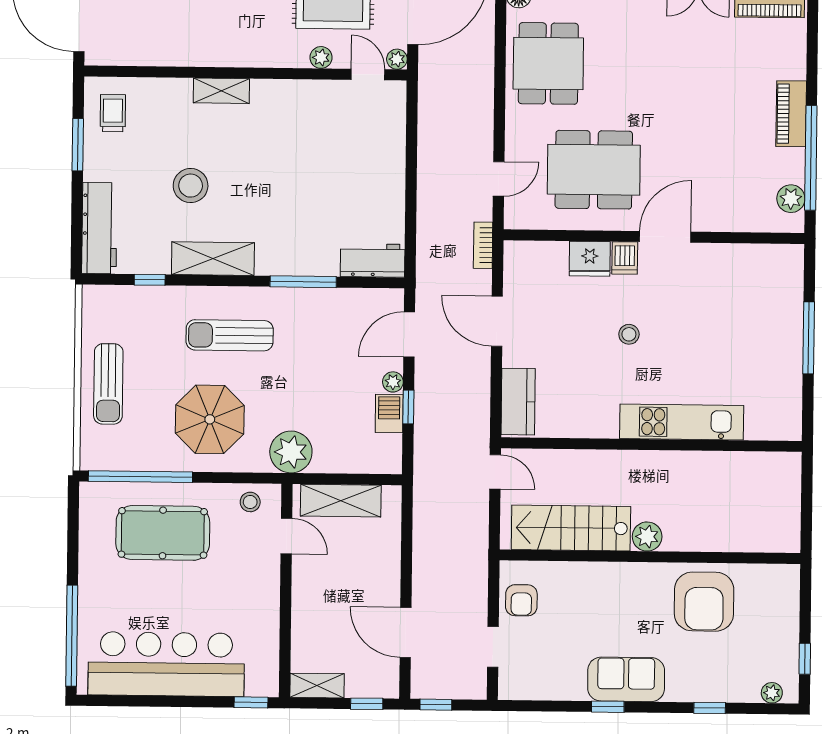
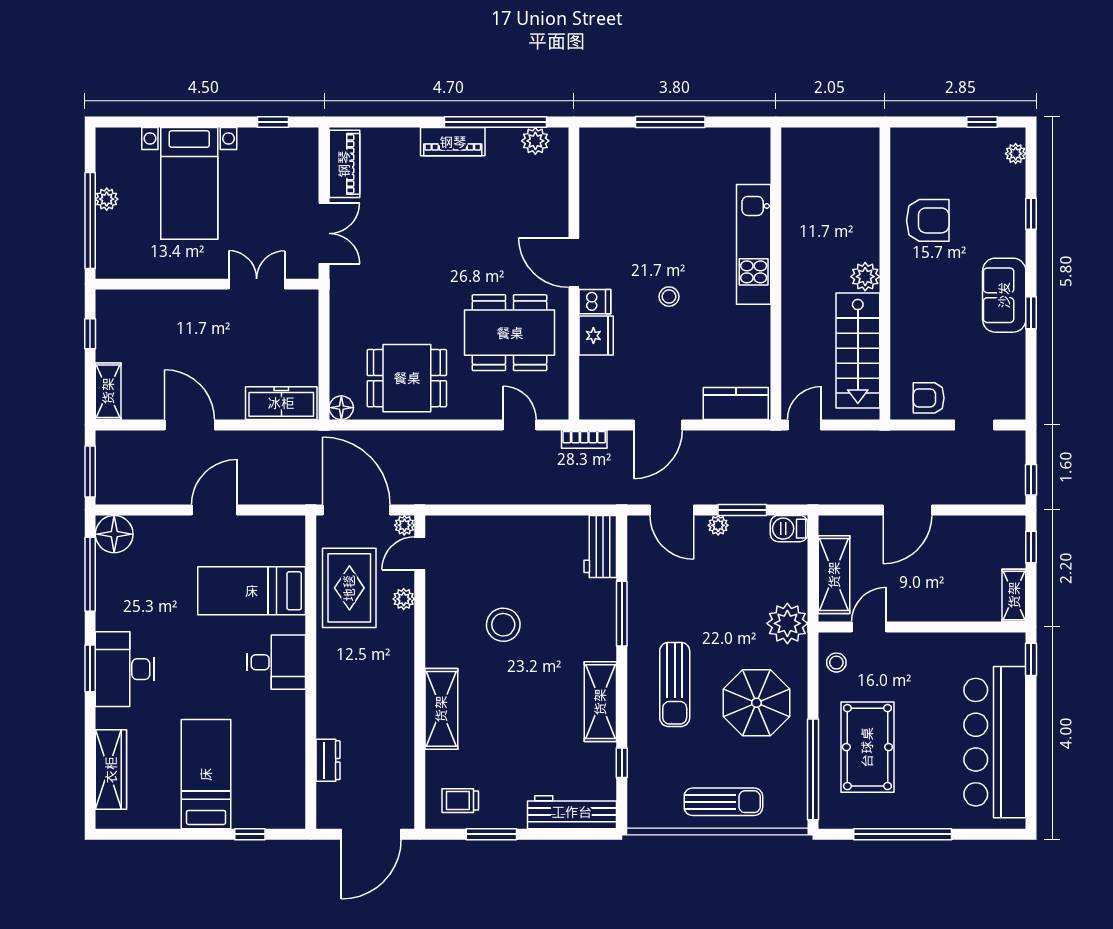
shelving: (221, 91) -> (441, 709), width x1.50, depth x1.33
dining table: (594, 170) -> (510, 333), turned 90
stool: (191, 186) -> (503, 625), moved
window: (408, 407) -> (742, 510), width x1.50
barbecue: (389, 414) -> (789, 529), moved
armchair: (521, 600) -> (929, 398), turned 180
armchair: (704, 602) -> (928, 220), width x0.73, depth x0.73
door: (406, 632) -> (907, 510), moved
window: (72, 636) -> (903, 834), moved

